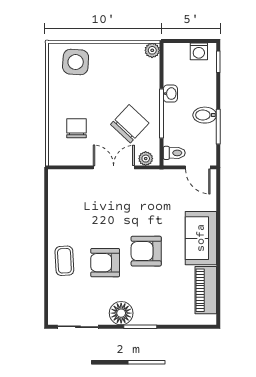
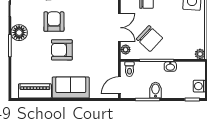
armchair: (146, 251) -> (62, 50), turned -90

